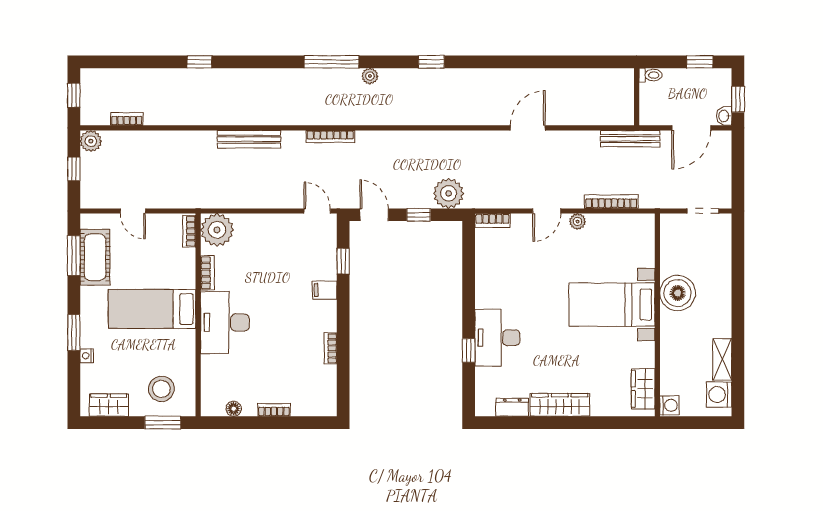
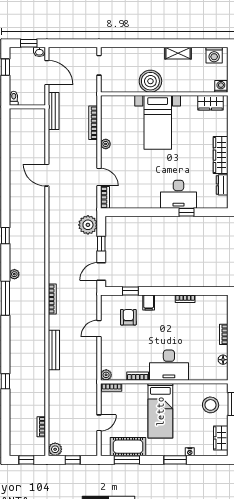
door: (317, 211) -> (99, 329), moved
door: (547, 211) -> (99, 177), moved
plant: (217, 230) -> (106, 375), width x0.53, depth x0.53
armchair: (301, 258) -> (128, 317), added
shelving: (722, 359) -> (178, 53), moved

